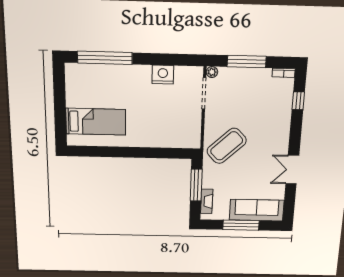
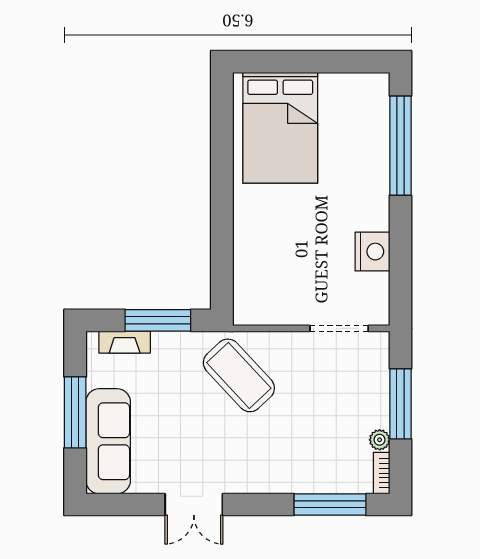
plant: (212, 72) -> (380, 440), moved
window: (298, 101) -> (330, 504), width x2.17
bed: (96, 122) -> (280, 128), width x1.50
double door: (292, 170) -> (194, 504), swing flipped

